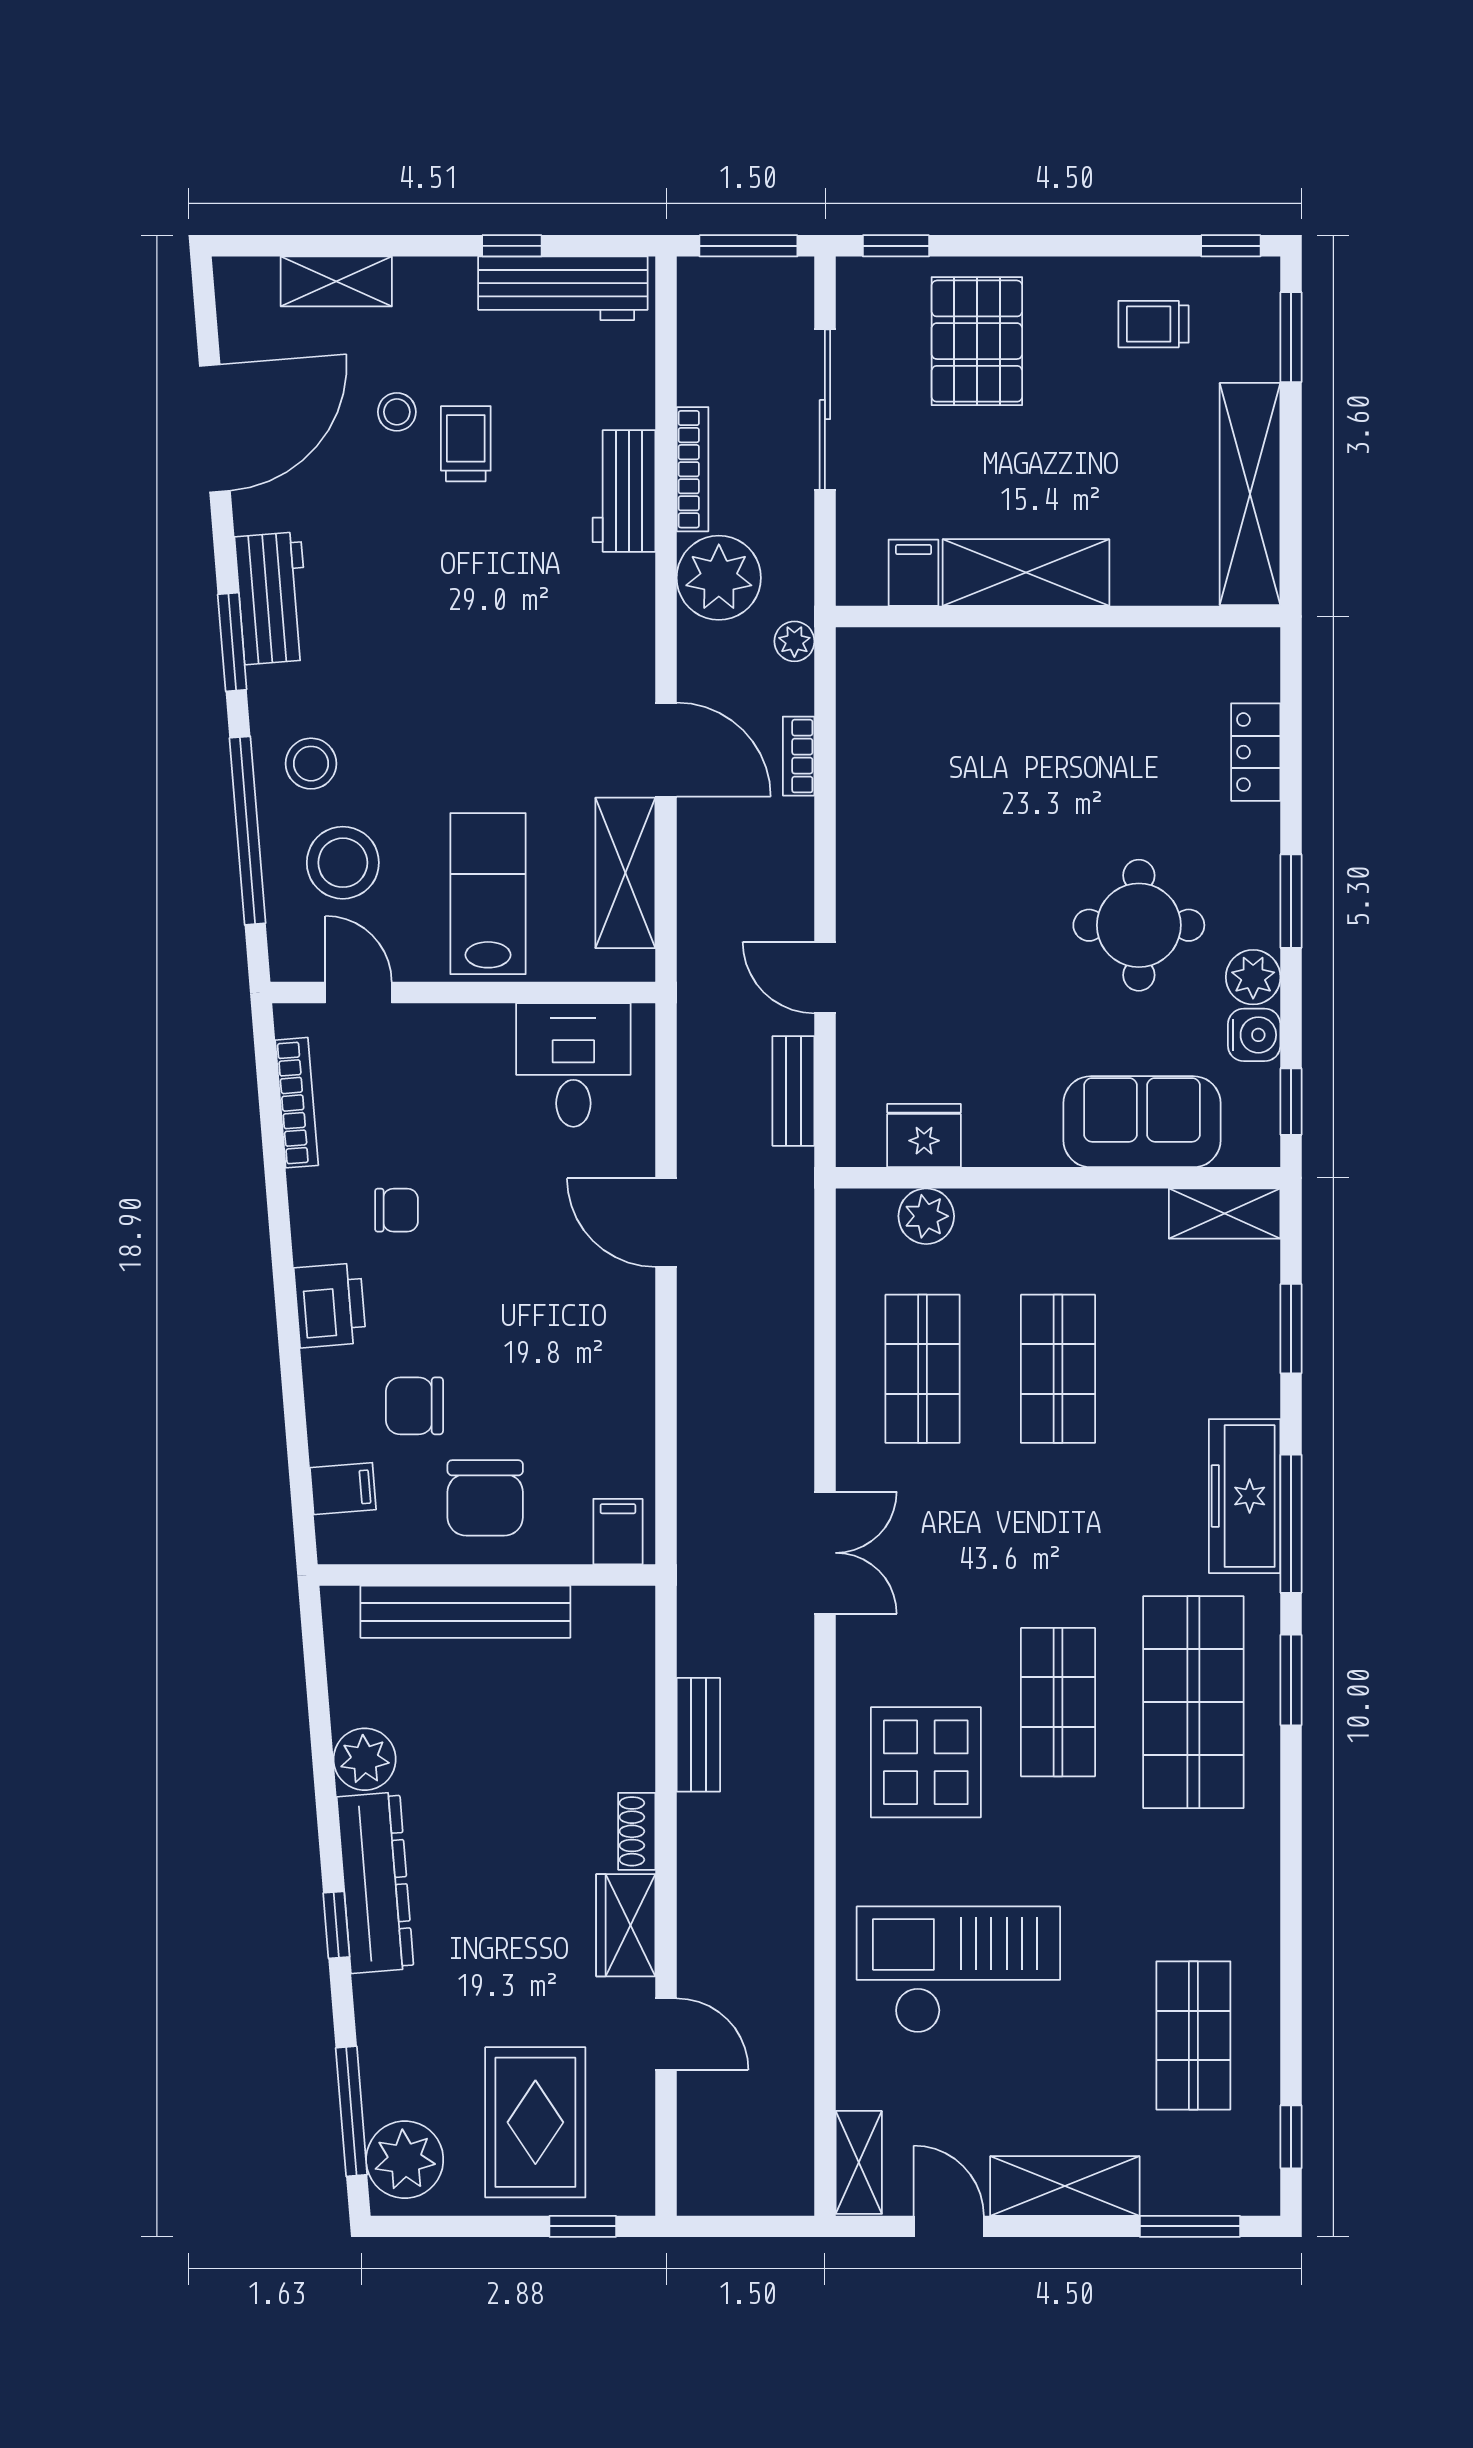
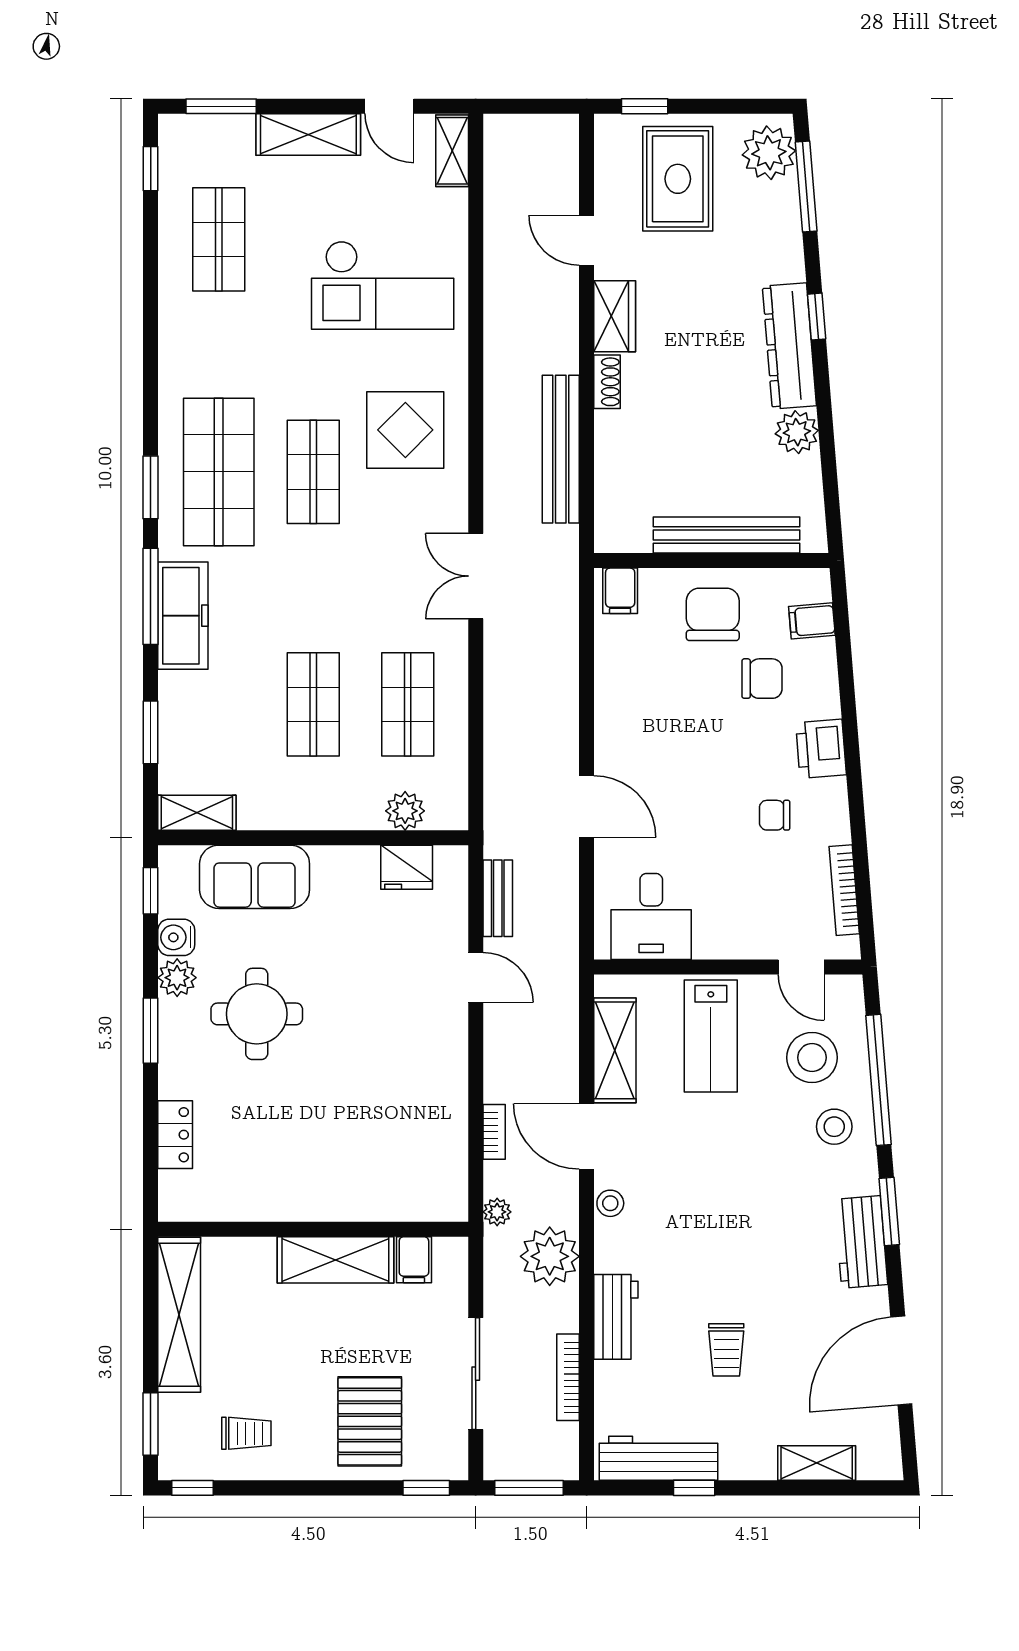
stool: (397, 412) -> (610, 1203), moved
bookcase: (693, 469) -> (568, 1377), moved
bench: (698, 1735) -> (561, 449), width x1.86, depth x1.21

